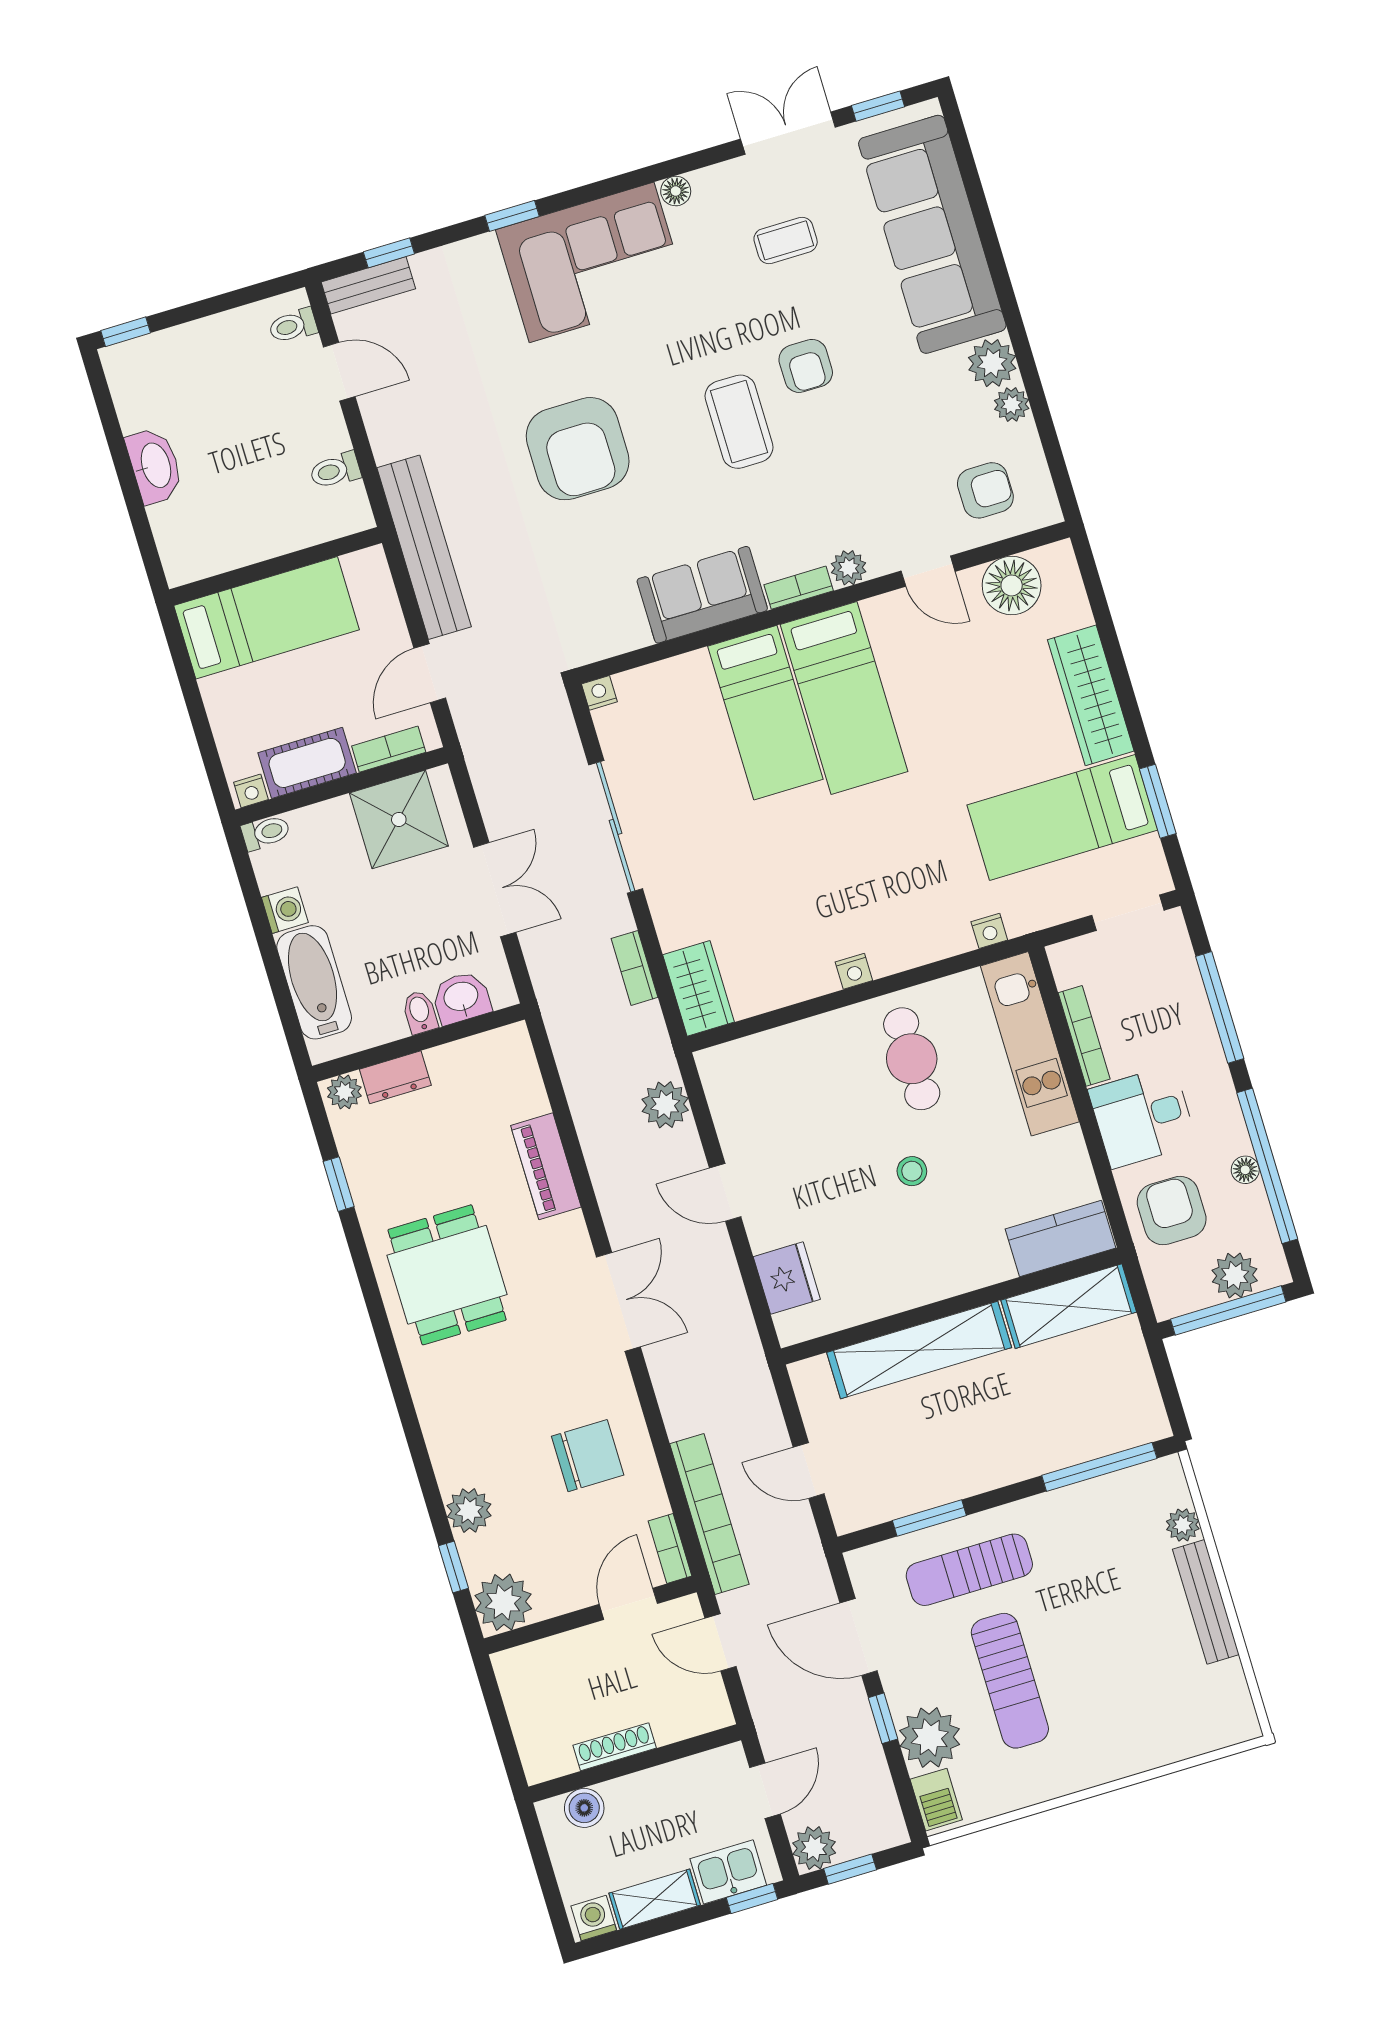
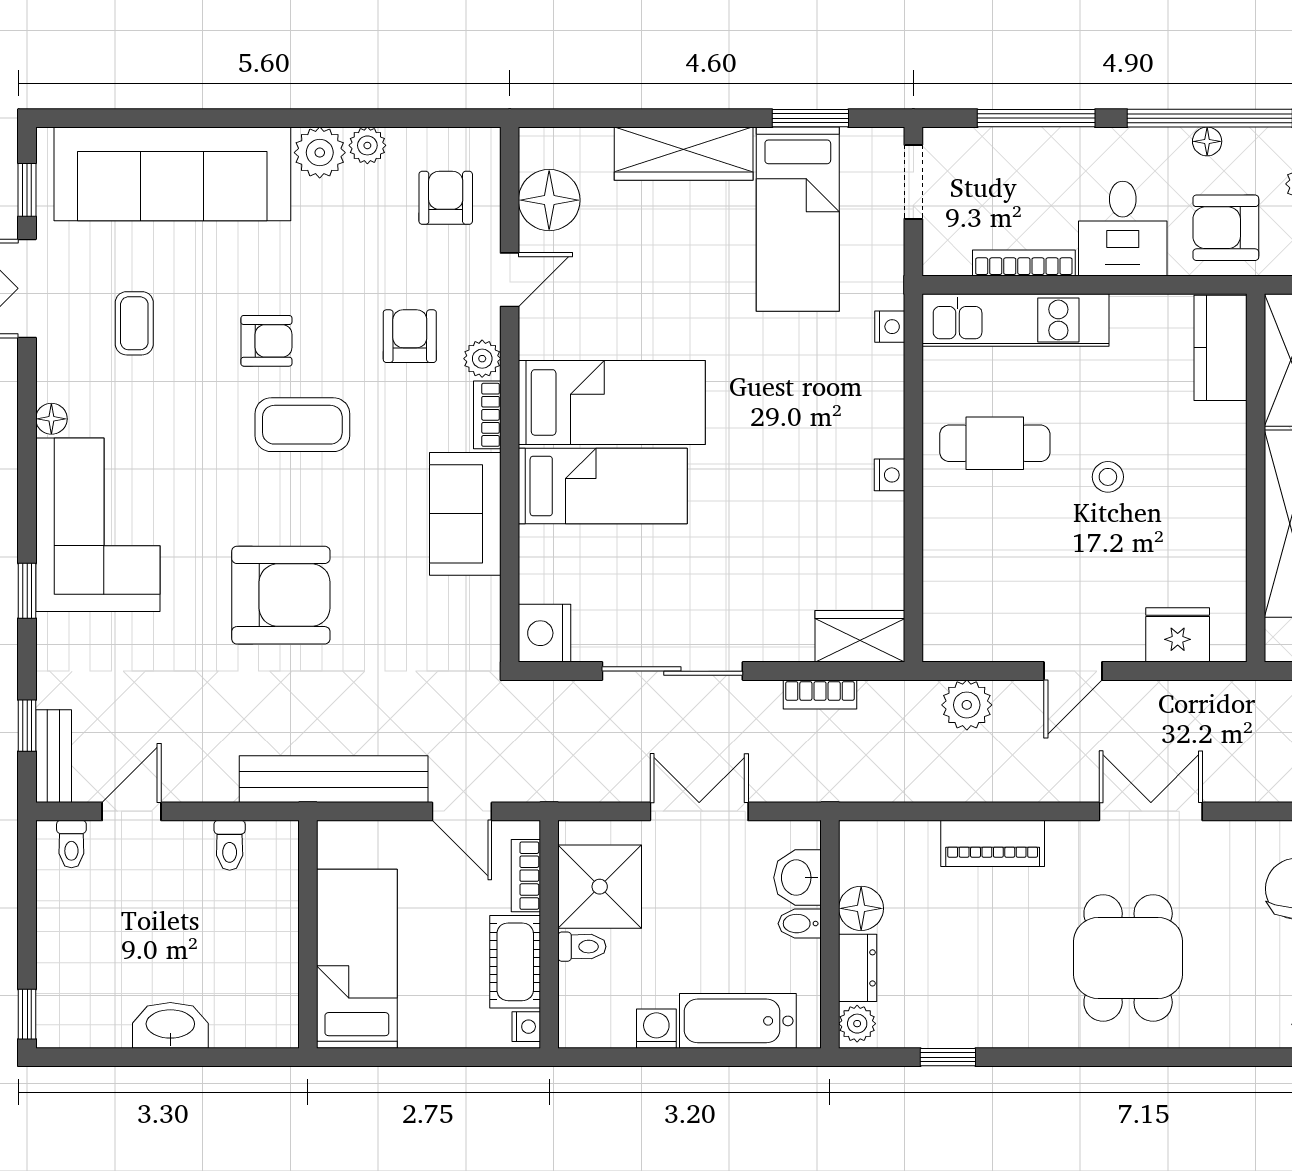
armchair: (849, 496) -> (410, 336), added
nightstand: (599, 693) -> (545, 633), width x1.89, depth x1.79
toilet: (266, 833) -> (582, 947), moved, turned 90
floor lamp: (451, 1064) -> (861, 908), added
dining table: (447, 1275) -> (1128, 958), moved, turned 90

